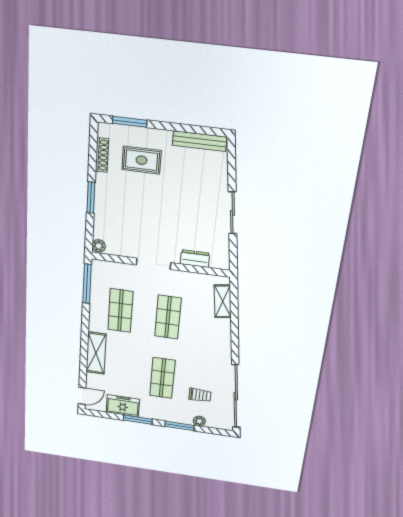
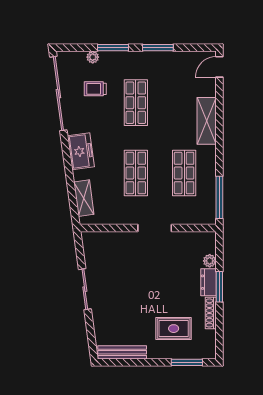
shoe rack: (102, 155) -> (211, 313), moved
plant: (99, 246) -> (210, 261), moved
dresser: (195, 259) -> (208, 282), moved, turned 90
freezer: (123, 406) -> (81, 151), moved, turned -98

